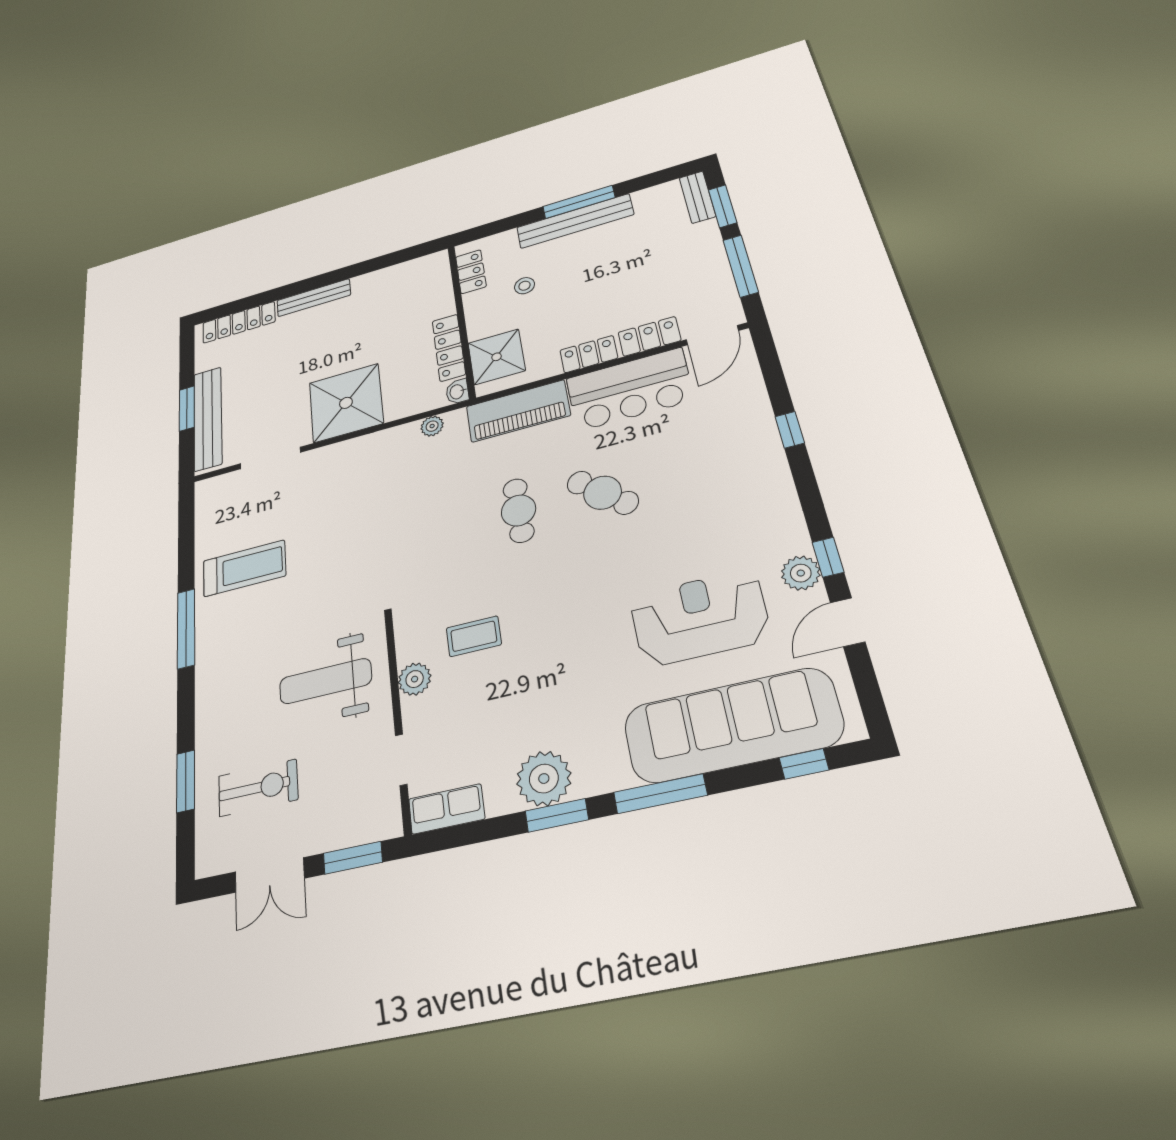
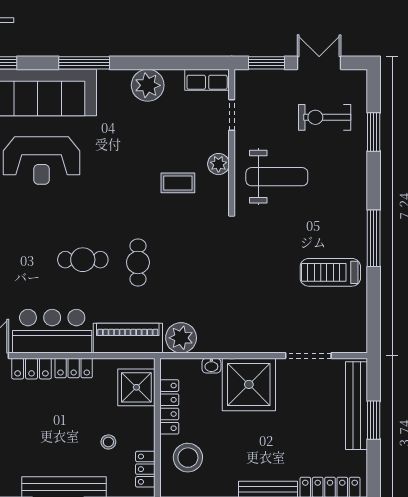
stool: (417, 300) -> (188, 458), added
washbasin: (457, 392) -> (211, 366), moved, turned 90
plant: (432, 426) -> (181, 338), width x1.87, depth x1.87
cafe table: (603, 493) -> (83, 260), turned -41
window: (557, 815) -> (143, 63), removed

